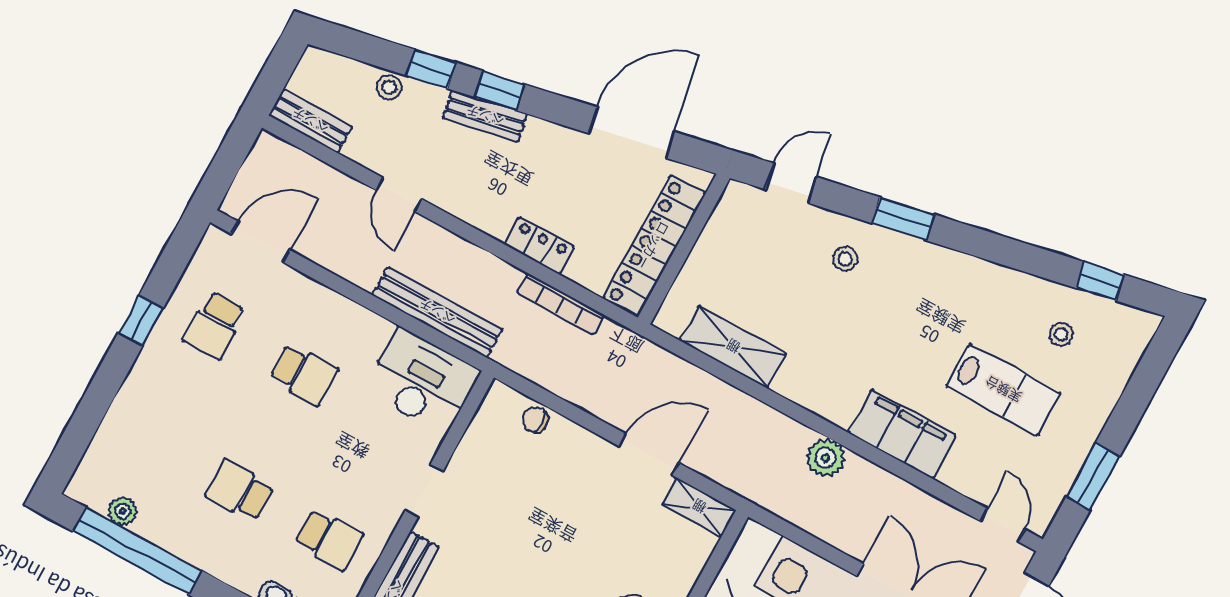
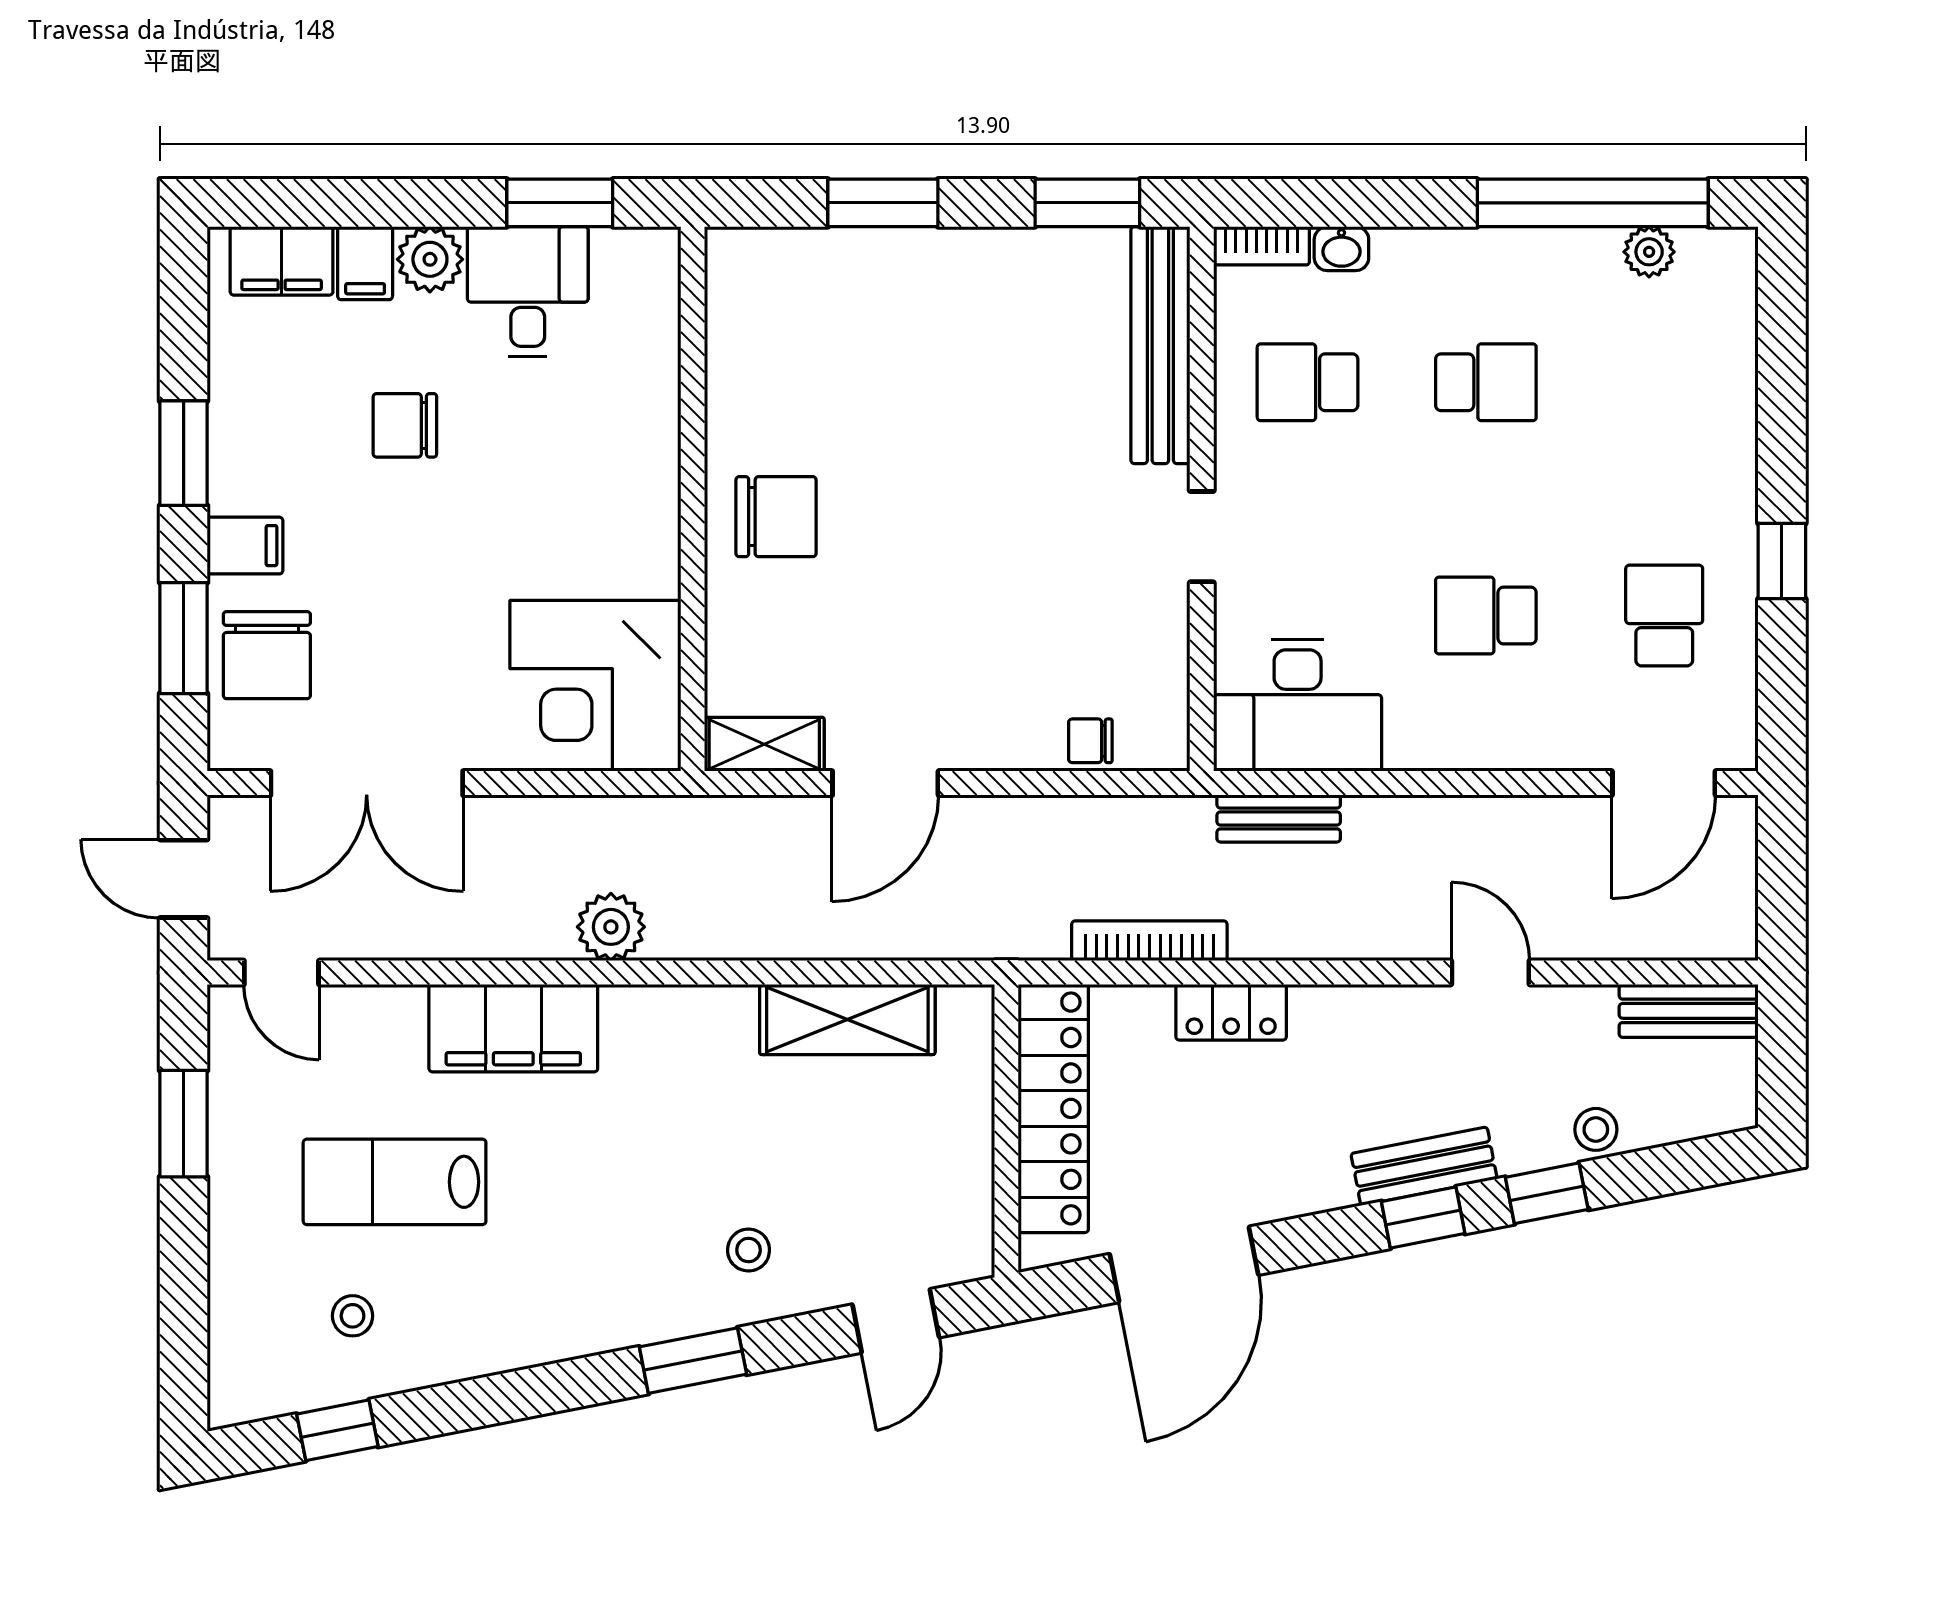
bench: (437, 312) -> (1279, 818), width x0.54, depth x0.82
chair: (535, 420) -> (1090, 741), turned 180

